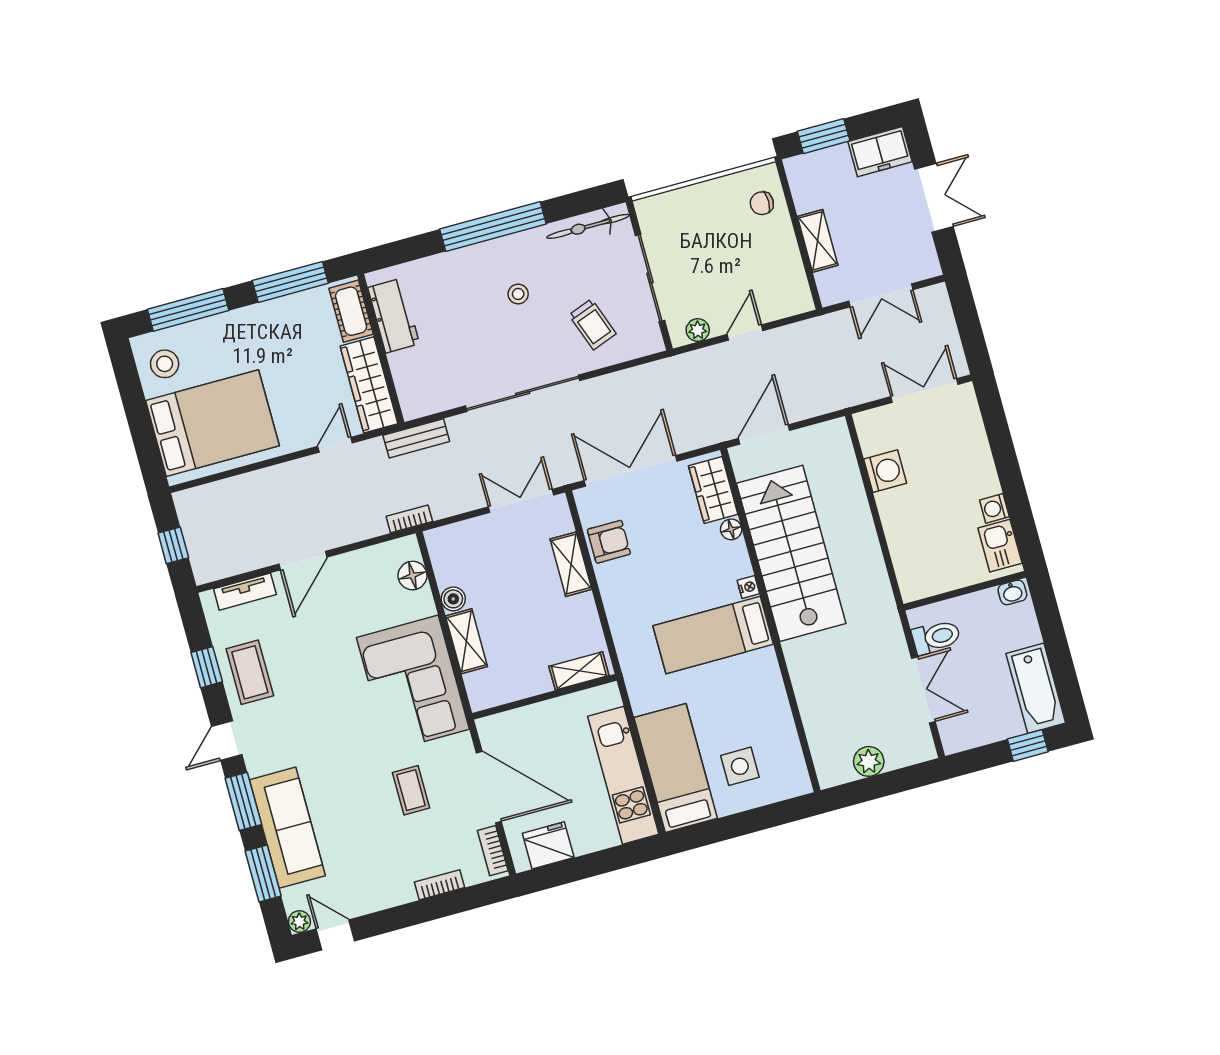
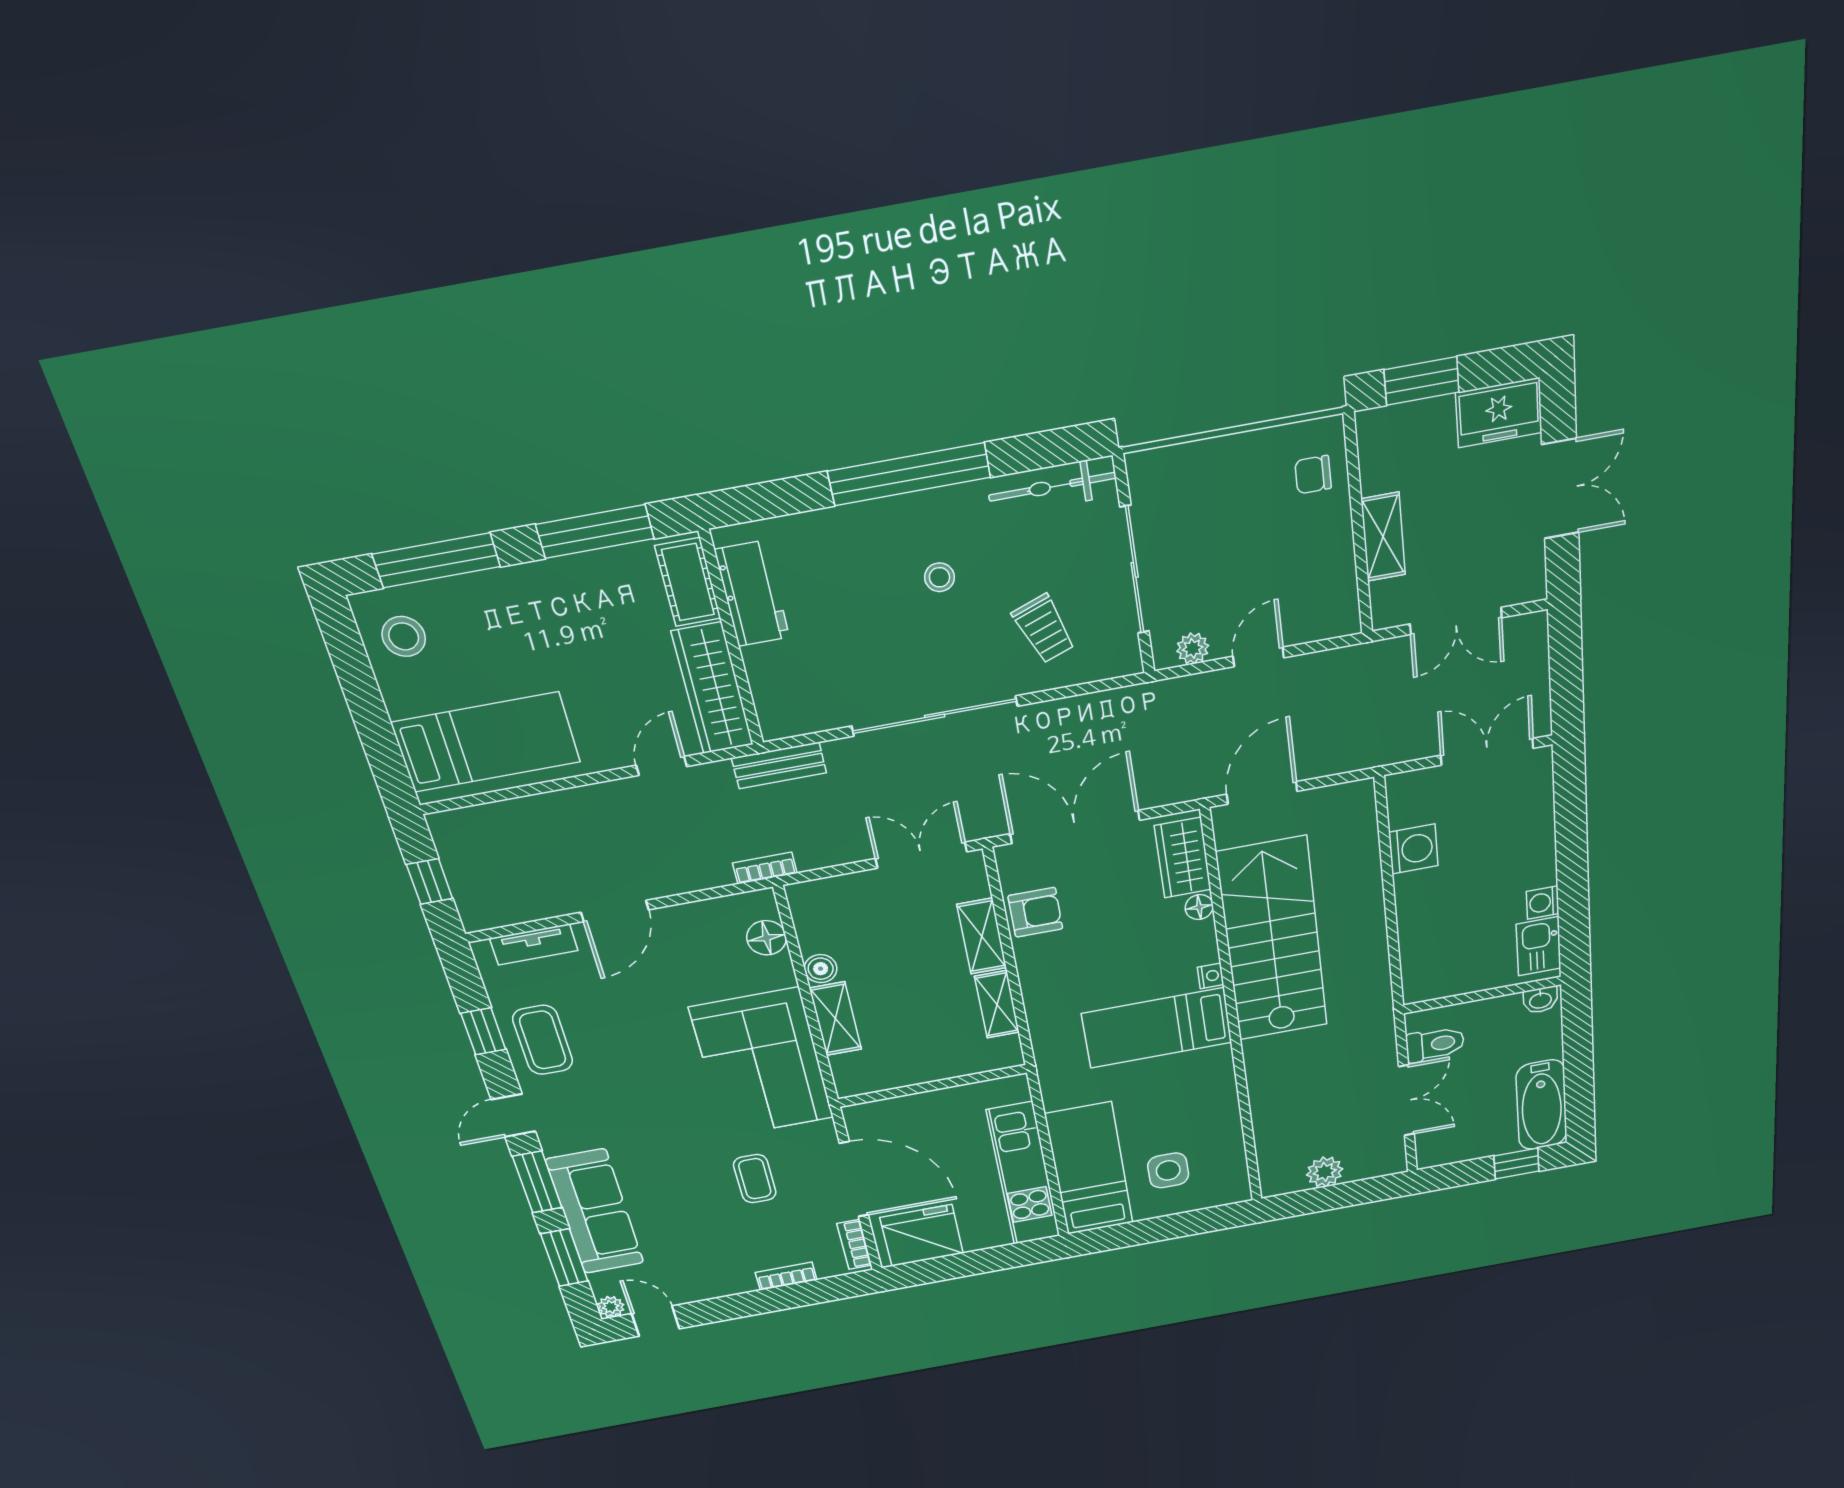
bed: (212, 423) -> (486, 742), width x0.67
shelving: (579, 671) -> (997, 1004), moved, turned 90
fridge: (548, 845) -> (922, 1235), width x1.36, depth x1.34

